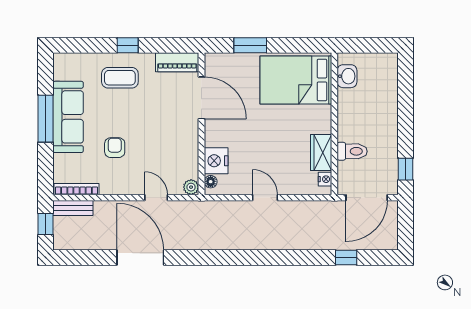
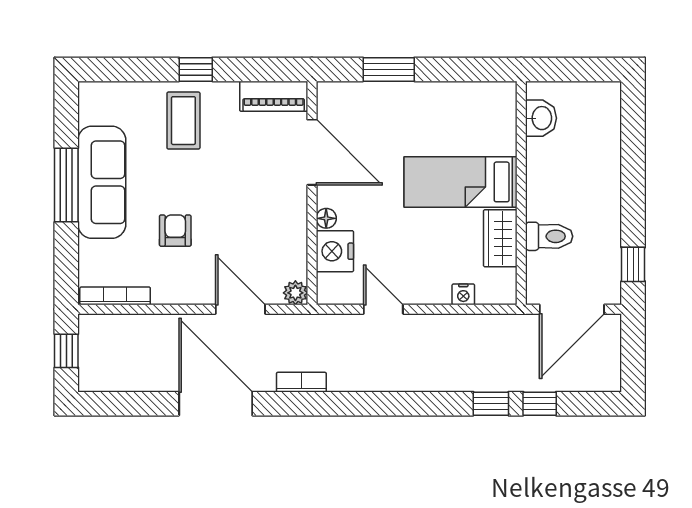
coffee table: (120, 78) -> (183, 121), turned 90
bed: (296, 80) -> (461, 182), moved, width x0.67
nightstand: (325, 179) -> (463, 294), moved, turned 90
floor lamp: (211, 182) -> (326, 218), moved
door: (156, 198) -> (240, 309), width x1.38
door: (265, 198) -> (383, 309), moved
bench: (73, 208) -> (109, 326), removed
bookcase: (195, 244) -> (301, 382), added
window: (315, 258) -> (491, 404), added

